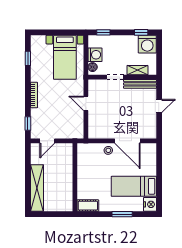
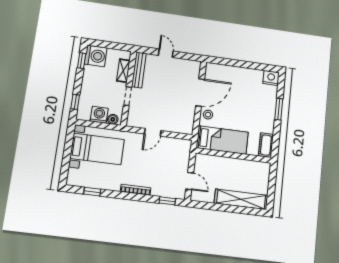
bed: (134, 186) -> (222, 140), moved, turned -90

